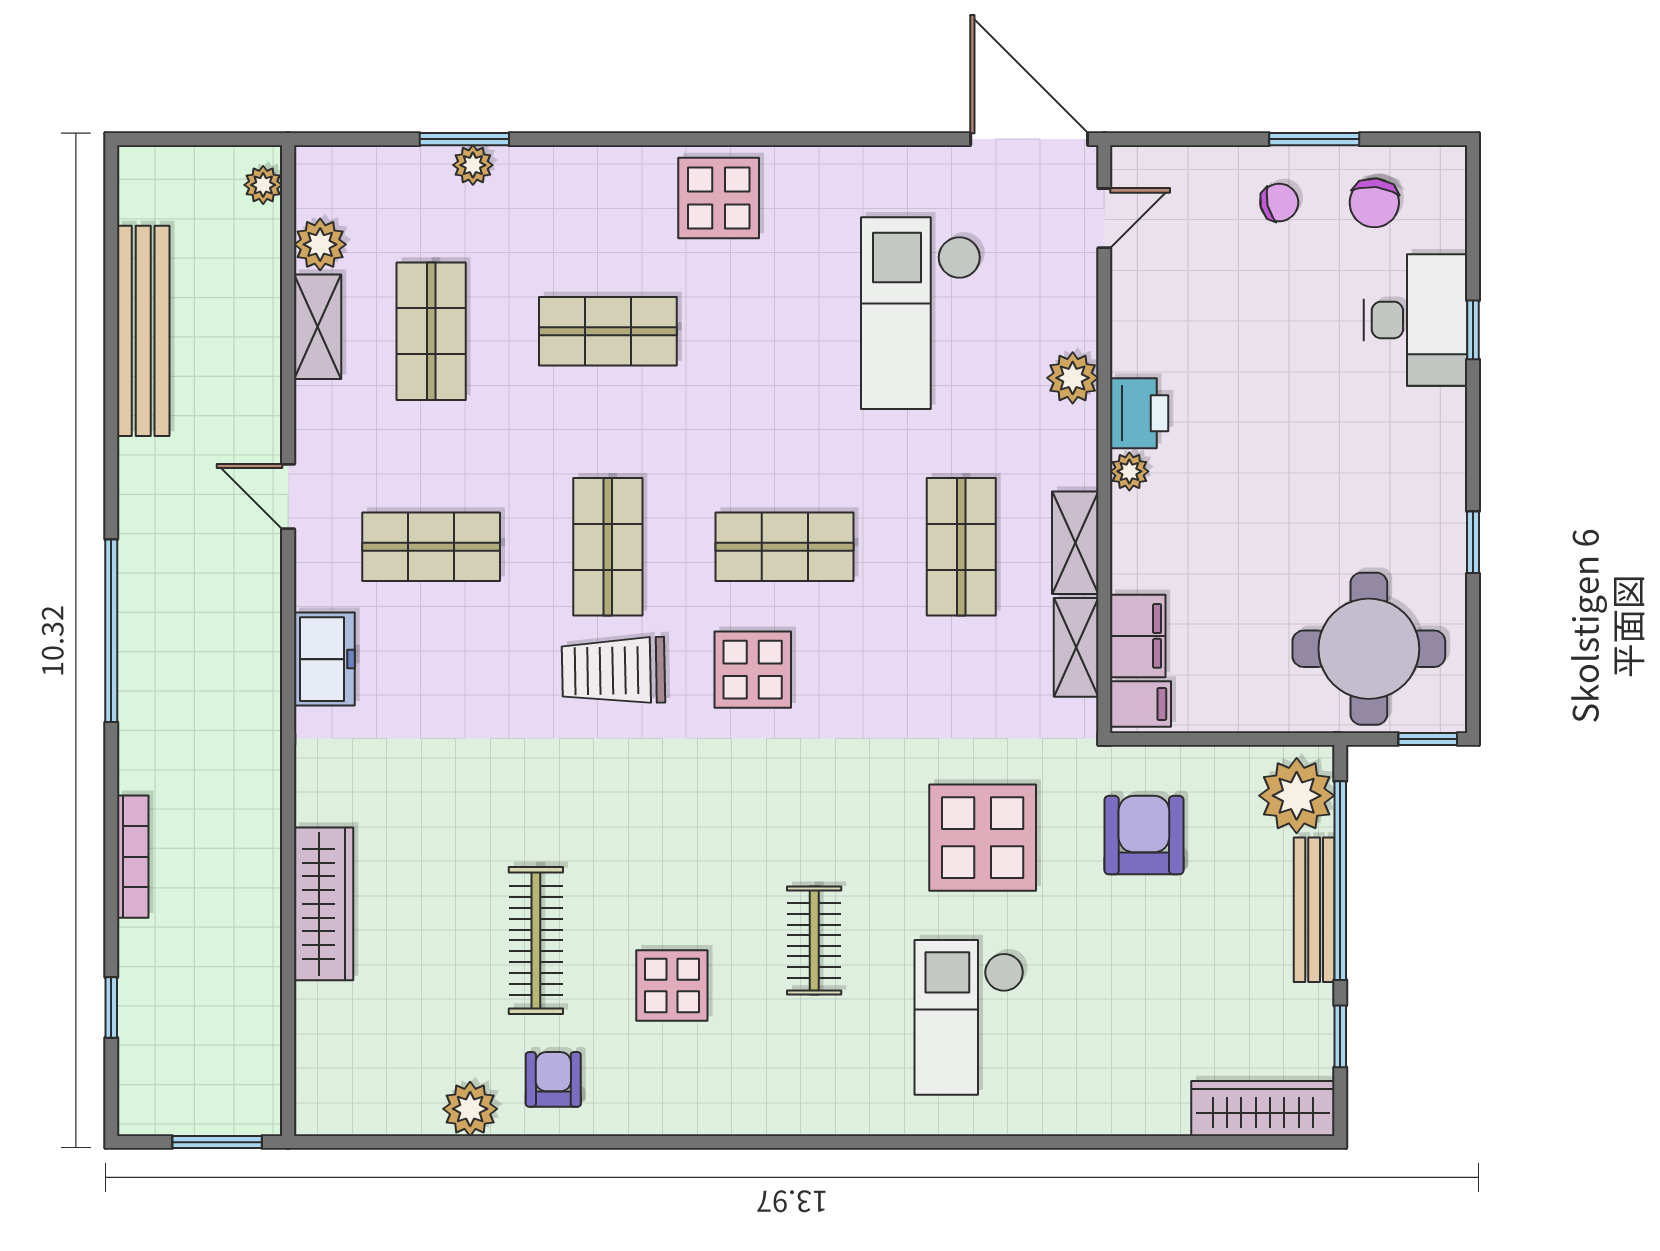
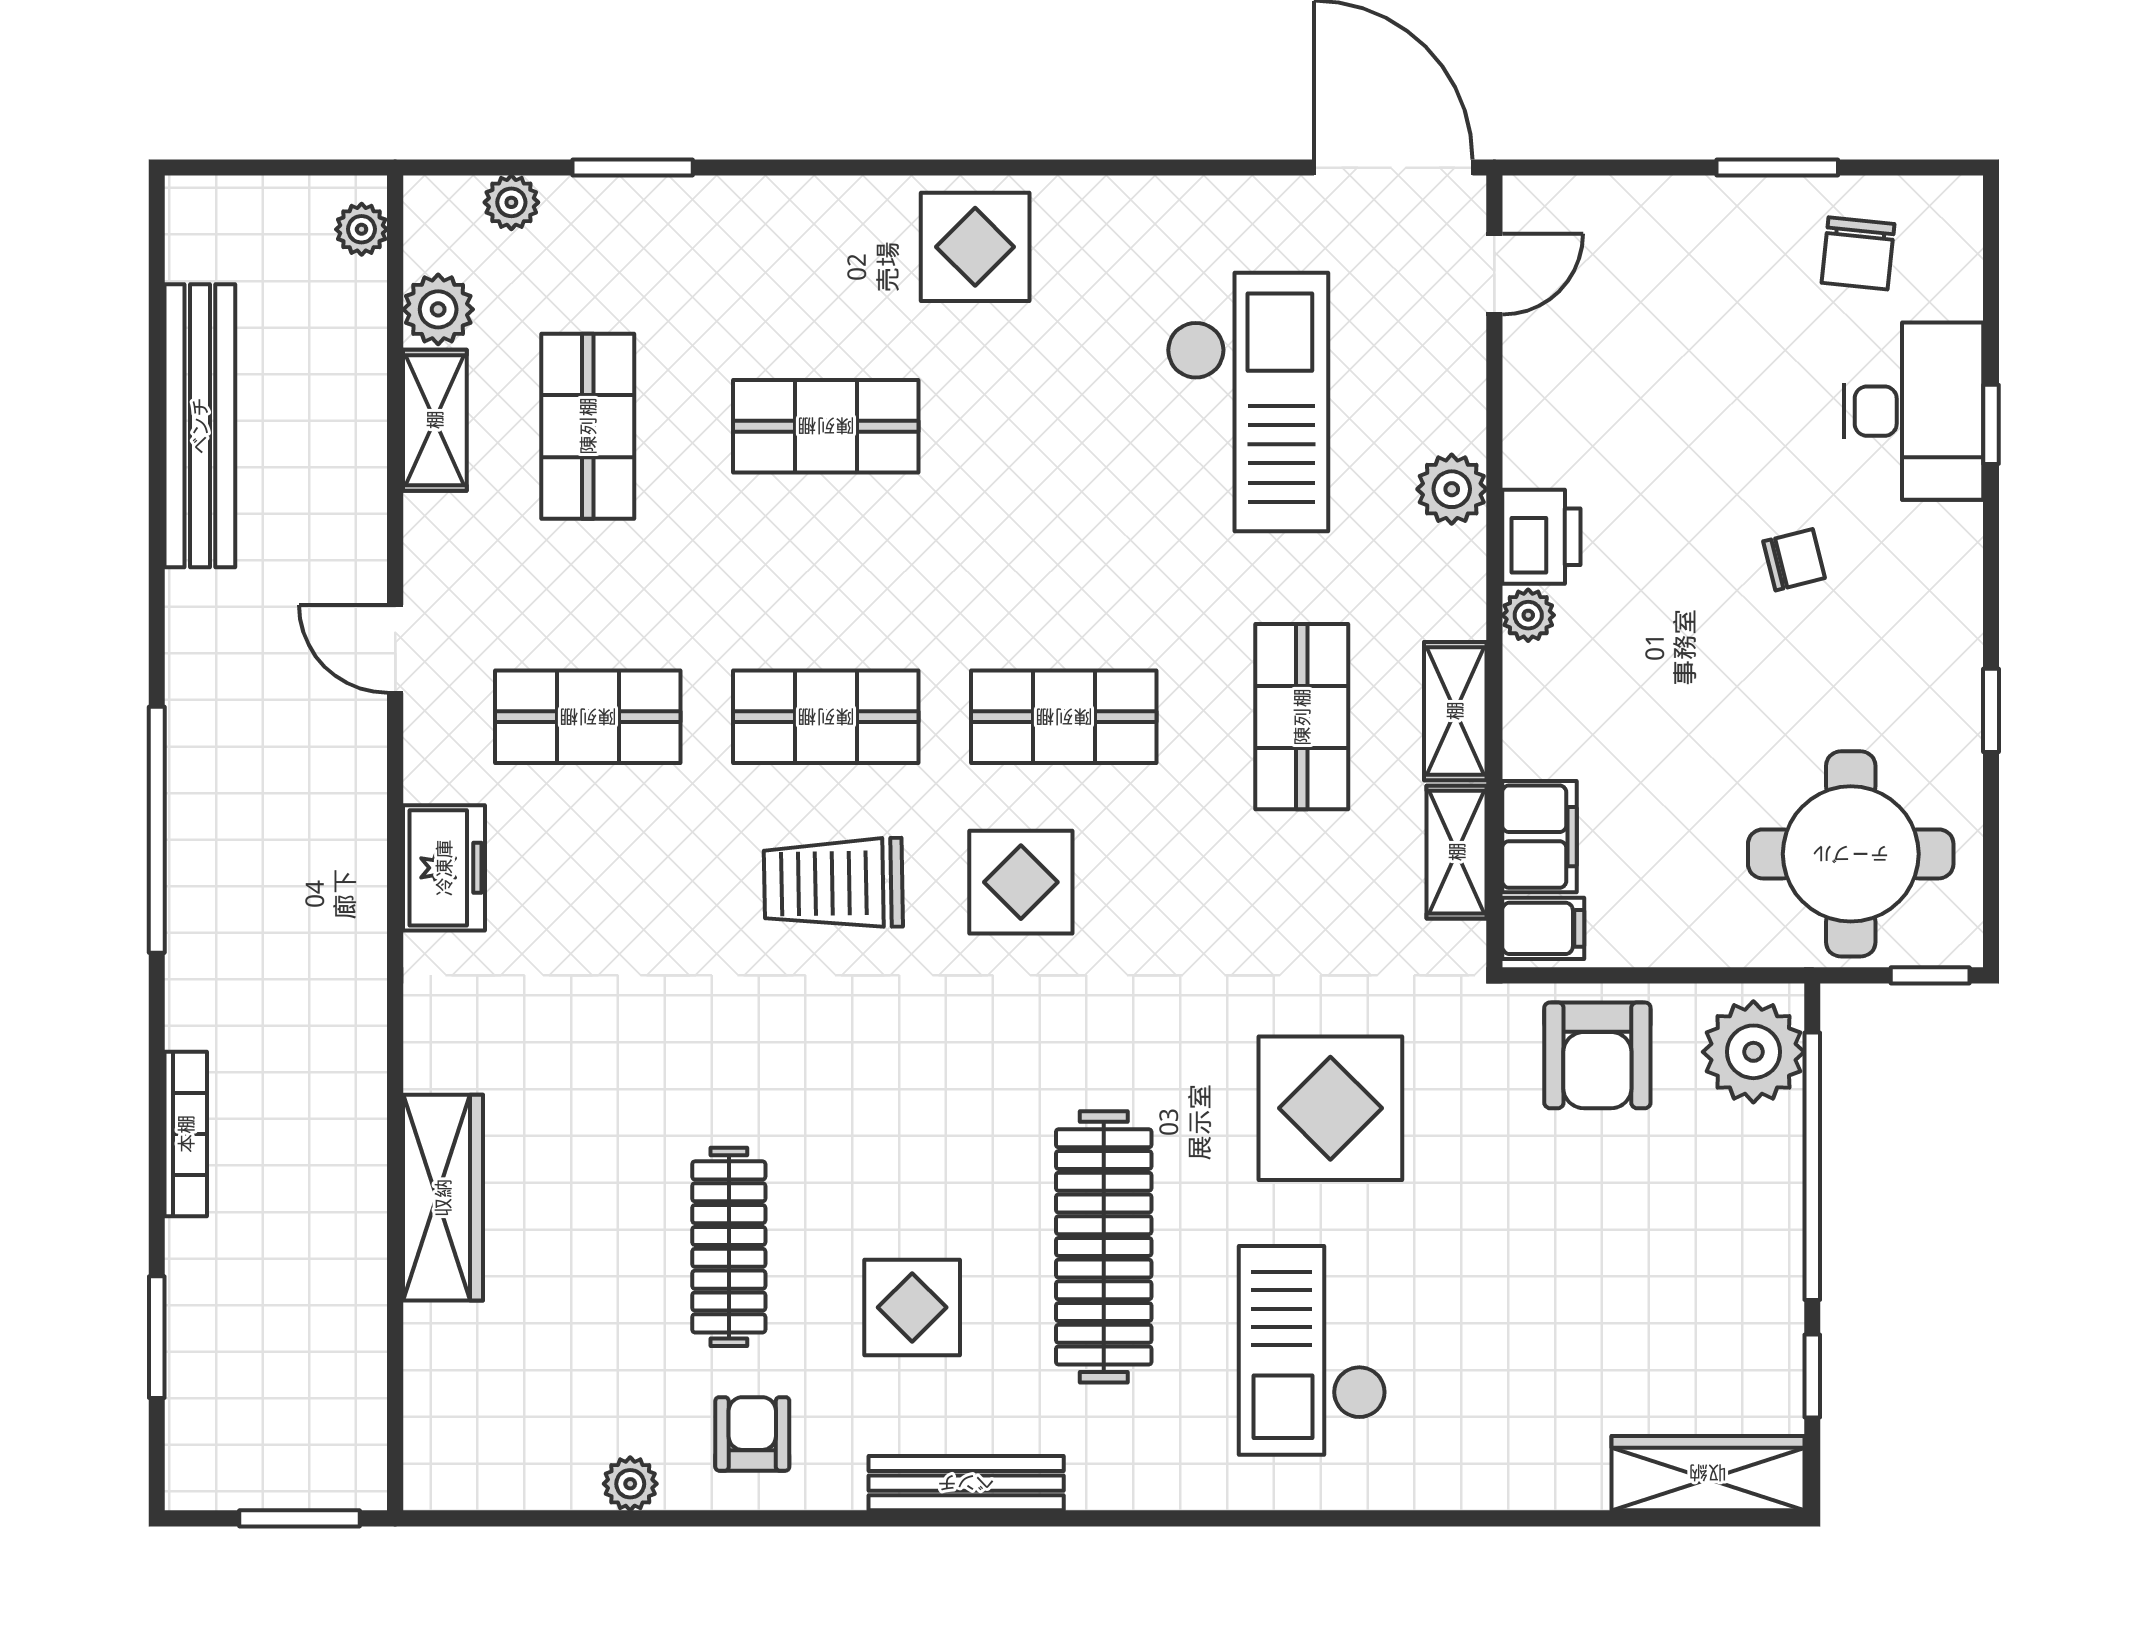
plant: (473, 165) -> (511, 202), moved
chair: (1279, 202) -> (1794, 560), moved
checkout: (921, 313) -> (1248, 402), turned 180
shop shelf: (608, 547) -> (826, 717), turned 90
armchair: (1144, 835) -> (1597, 1055), moved, turned 180
bench: (1314, 910) -> (966, 1483), moved, turned 90
clothes rail: (814, 940) -> (1104, 1247), width x1.86, depth x1.31
window: (111, 1008) -> (157, 1337), width x1.50
plant: (470, 1109) -> (630, 1484), width x0.73, depth x0.73

